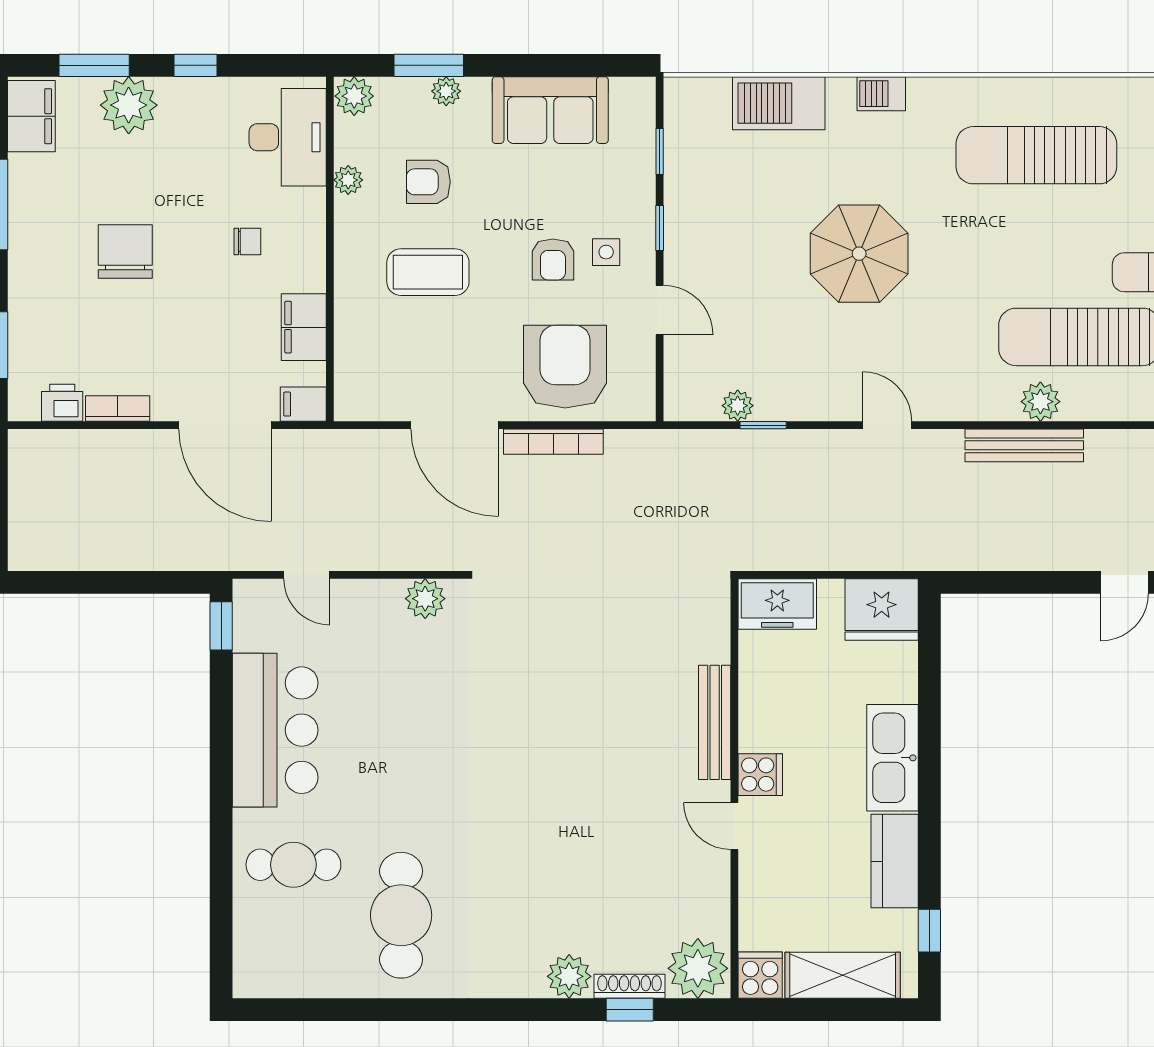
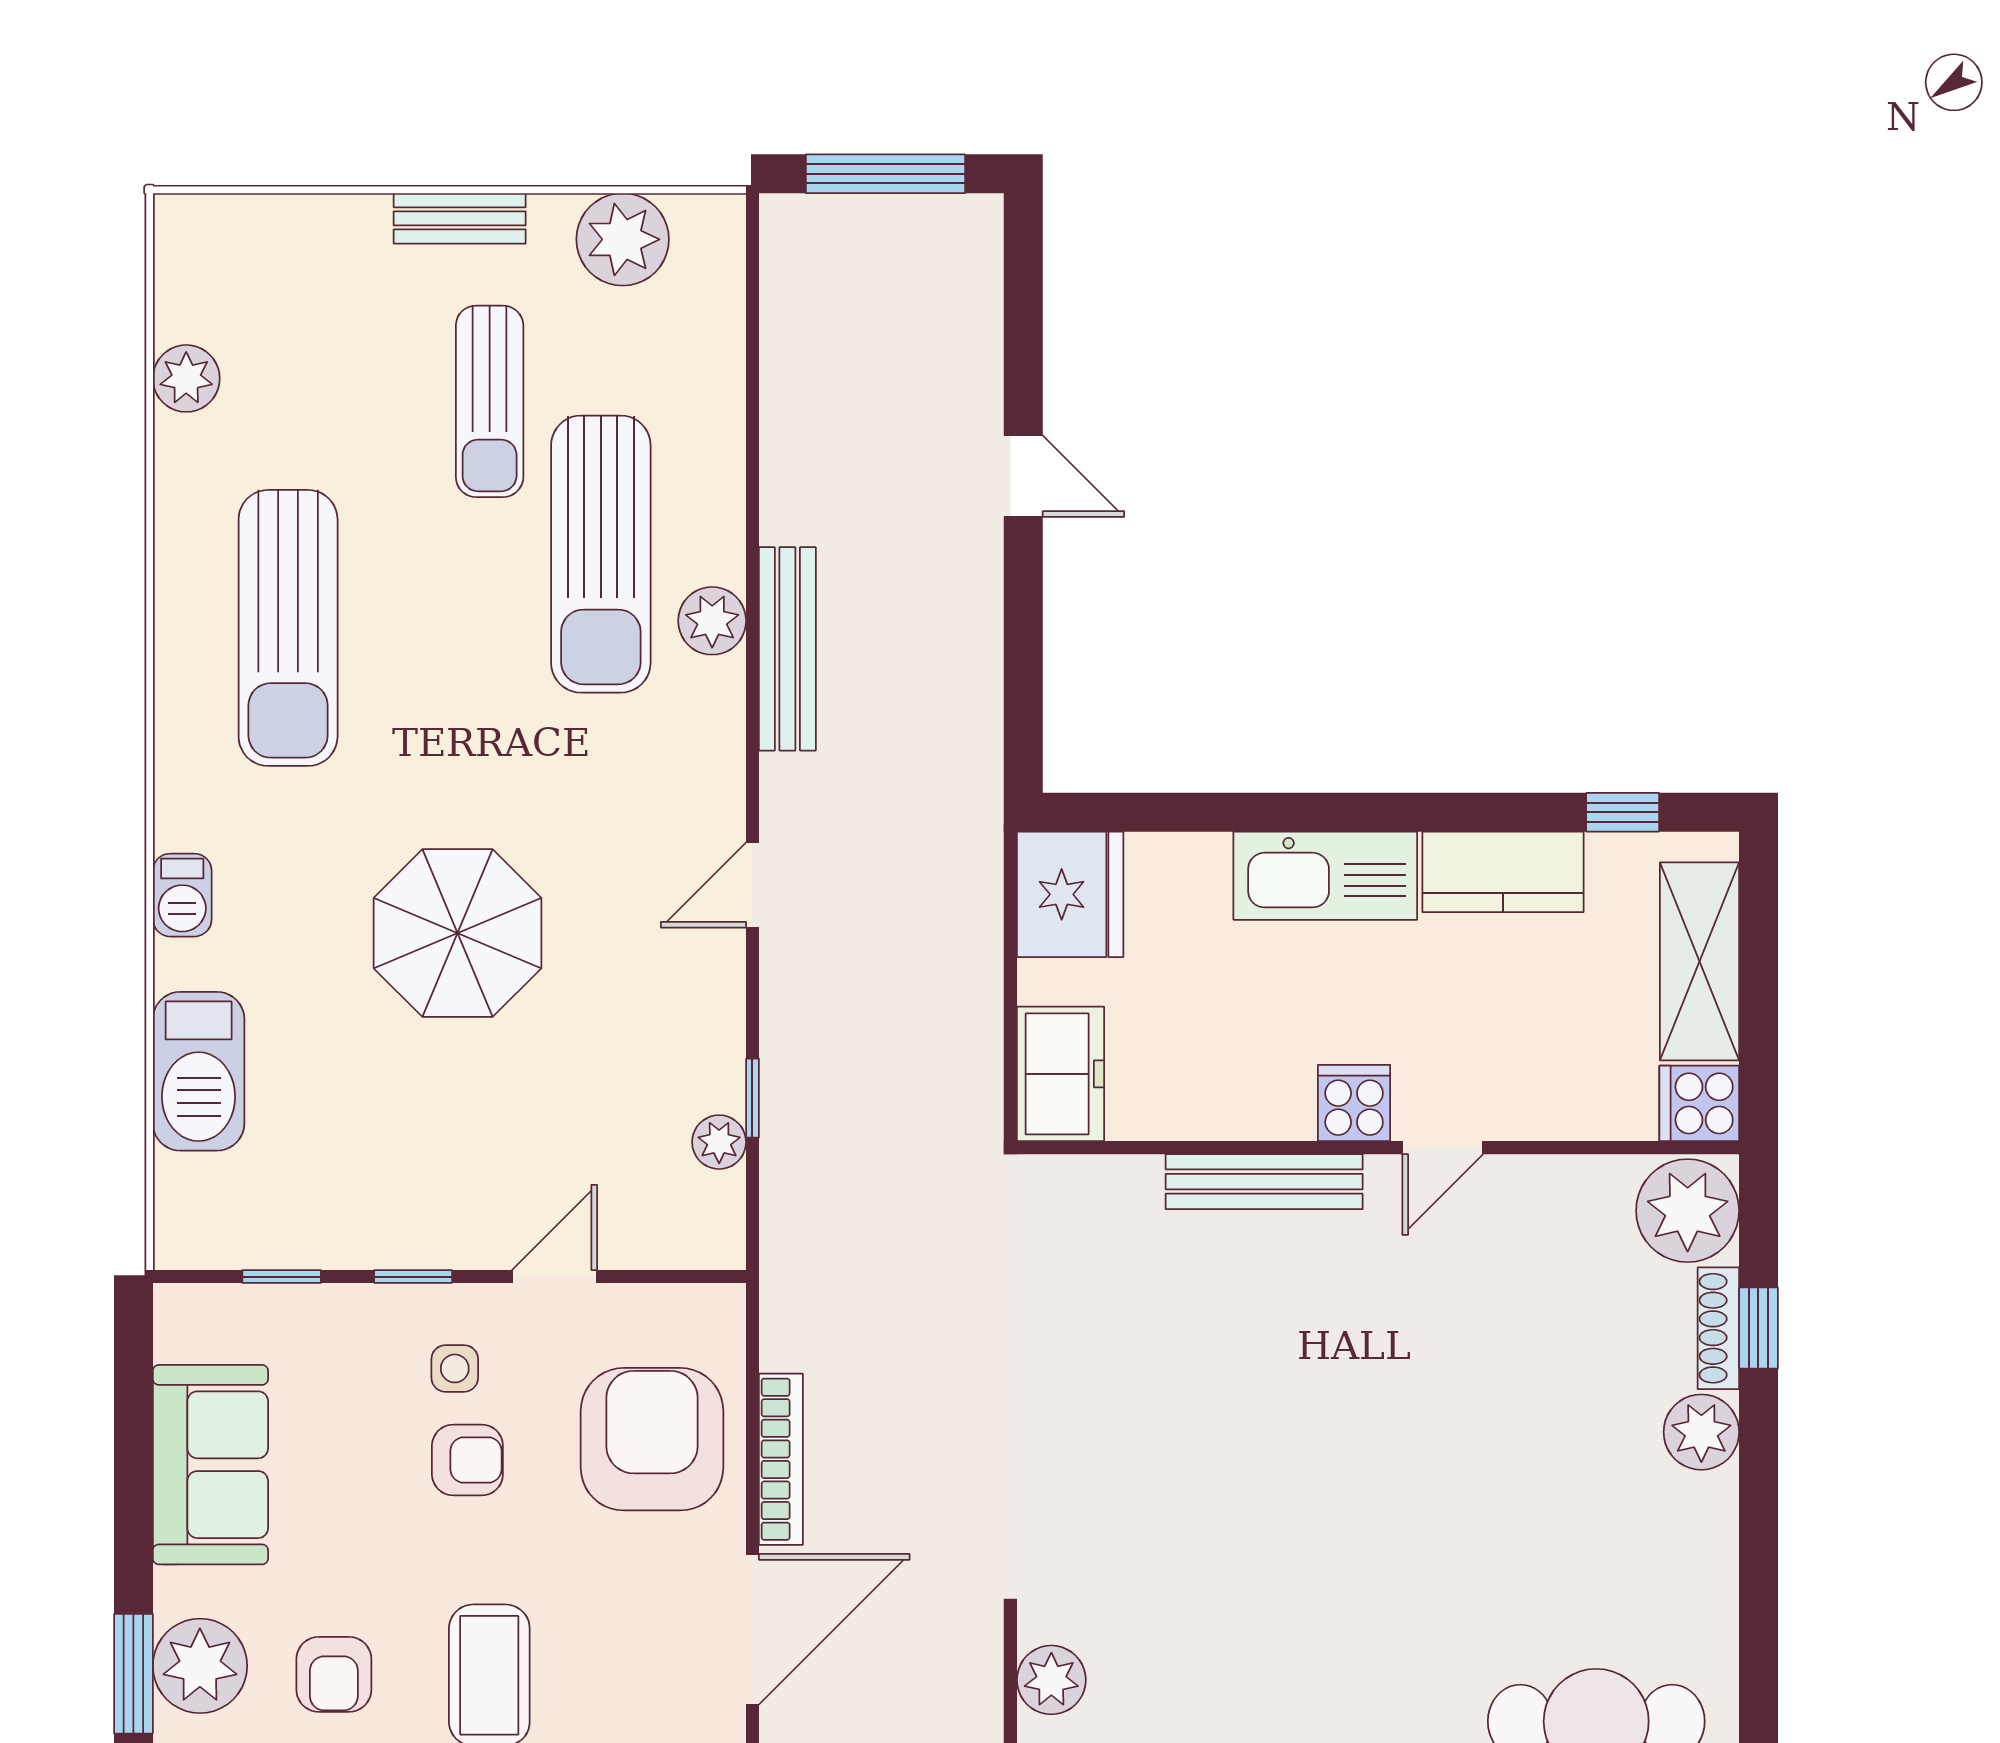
plant: (446, 91) -> (200, 1666), width x1.88, depth x1.88
armchair: (565, 367) -> (652, 1439), turned 90

